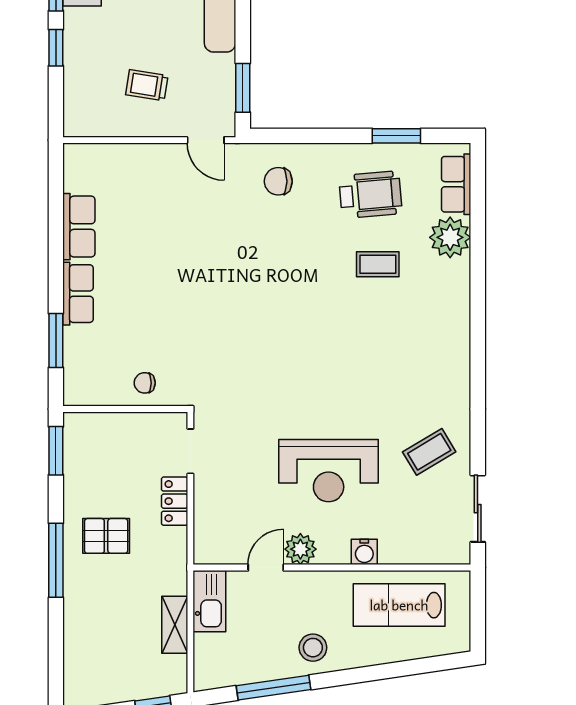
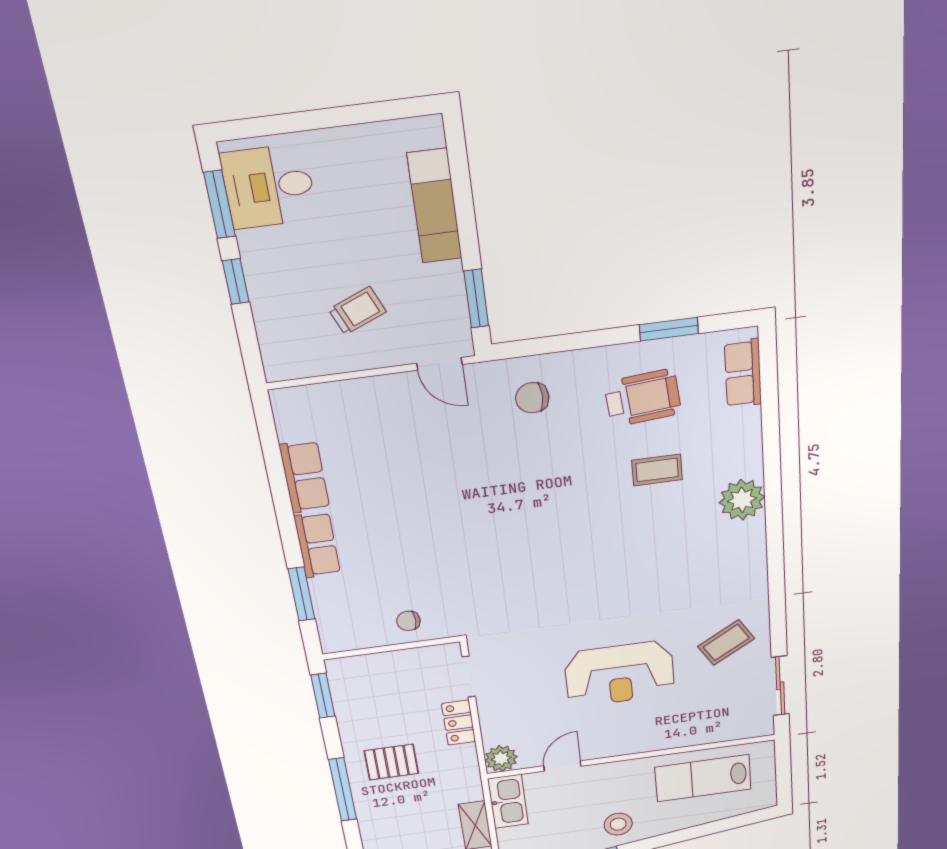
trolley: (147, 85) -> (357, 311), turned 148
plant: (450, 237) -> (742, 500), moved
plant: (300, 549) -> (501, 759), moved
water cooler: (364, 552) -> (664, 739), removed

